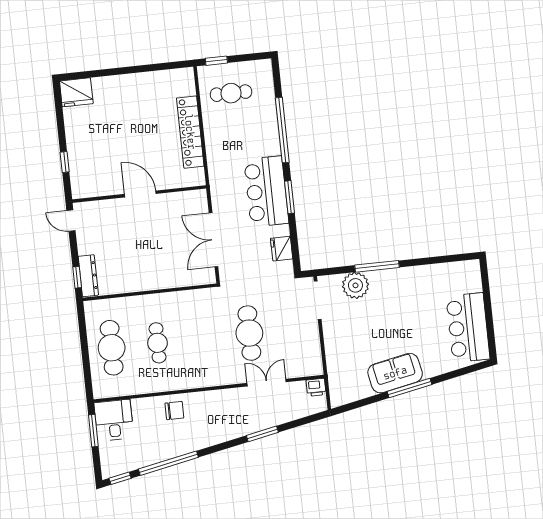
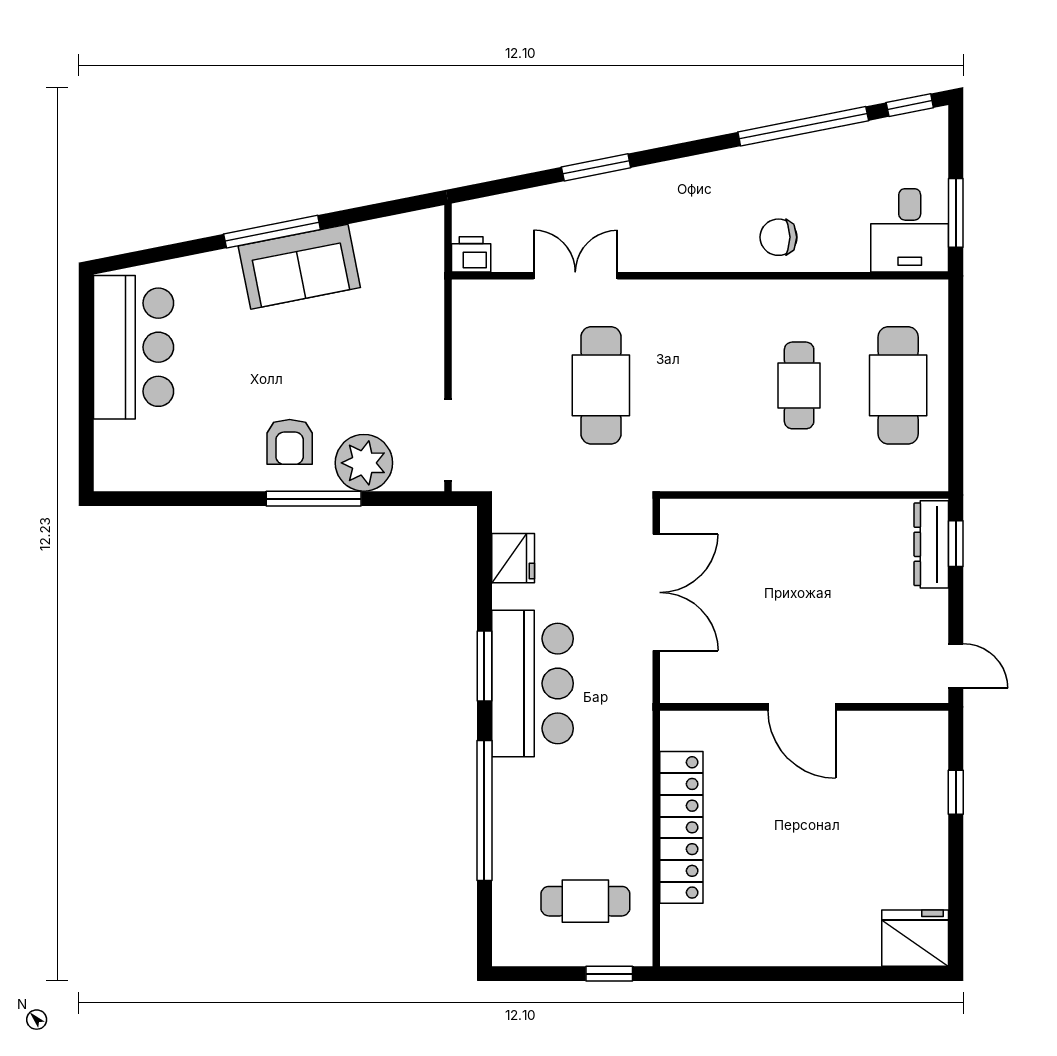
armchair: (391, 291) -> (290, 442), added
double door: (267, 383) -> (575, 276), swing flipped

